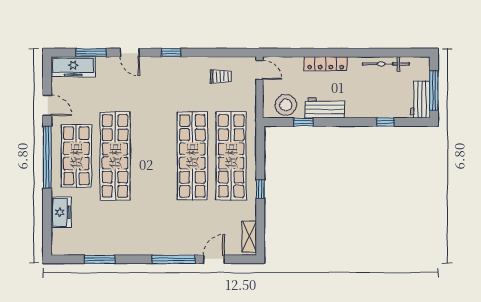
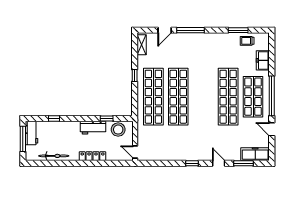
trolley: (221, 76) -> (247, 41), moved

